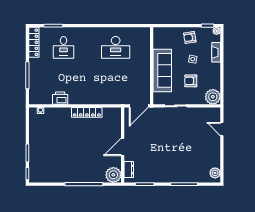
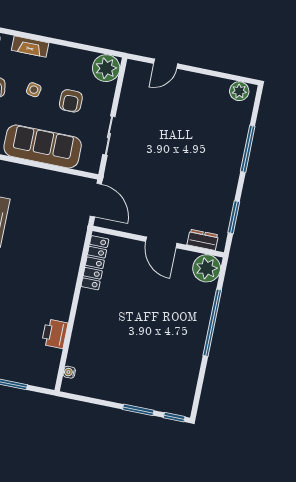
locker: (87, 112) -> (95, 263), moved

